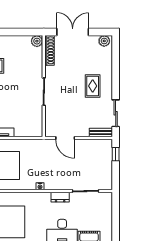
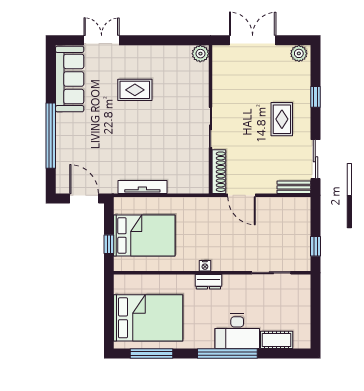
shoe rack: (50, 50) -> (219, 172), moved
window: (116, 71) -> (315, 97), added
window: (116, 154) -> (315, 246), moved
dresser: (60, 197) -> (208, 282), moved

